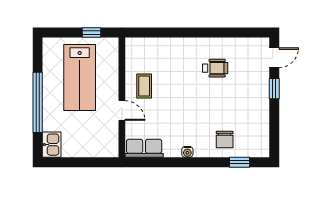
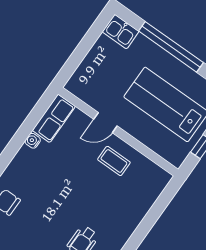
water cooler: (187, 152) -> (33, 141), moved

